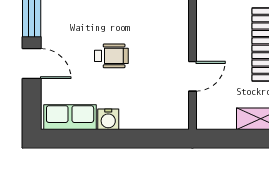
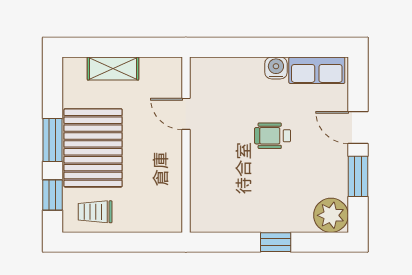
door: (192, 76) -> (186, 114), hinge flipped

